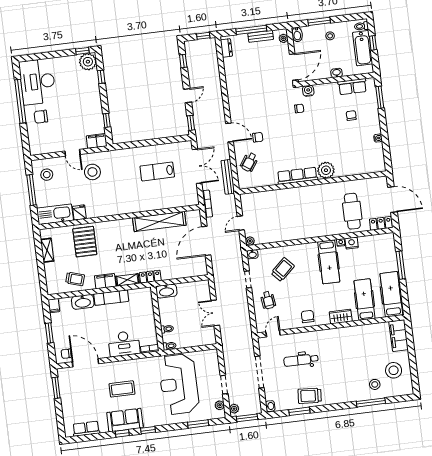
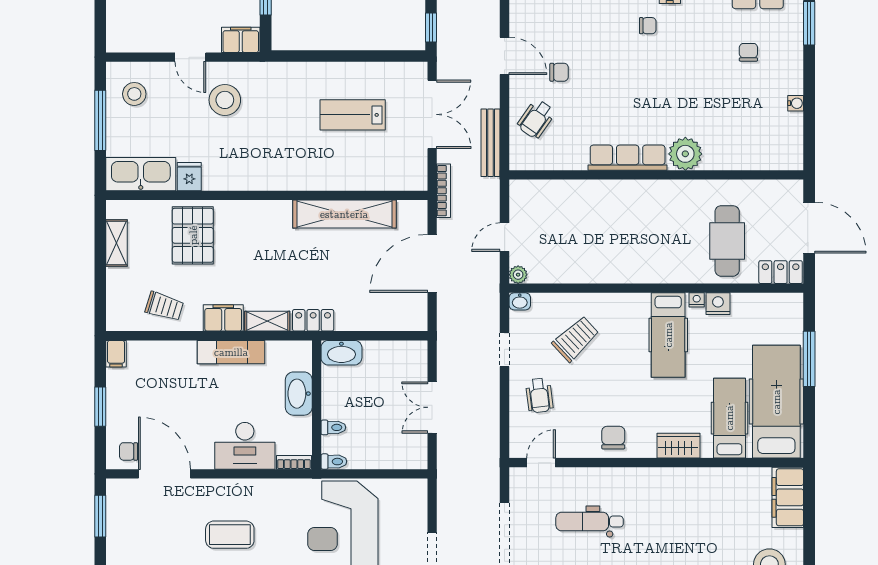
hospital bed: (391, 294) -> (776, 402), width x1.37, depth x1.29
washbasin: (83, 302) -> (299, 394), moved, turned 90

